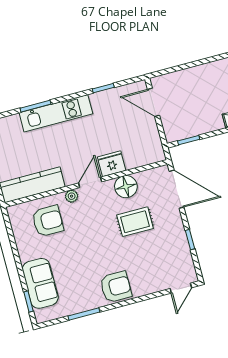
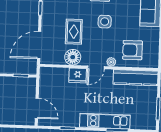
door: (177, 189) -> (39, 45), hinge flipped
rug: (135, 222) -> (74, 32), turned 90
side table: (97, 248) -> (105, 22), added

